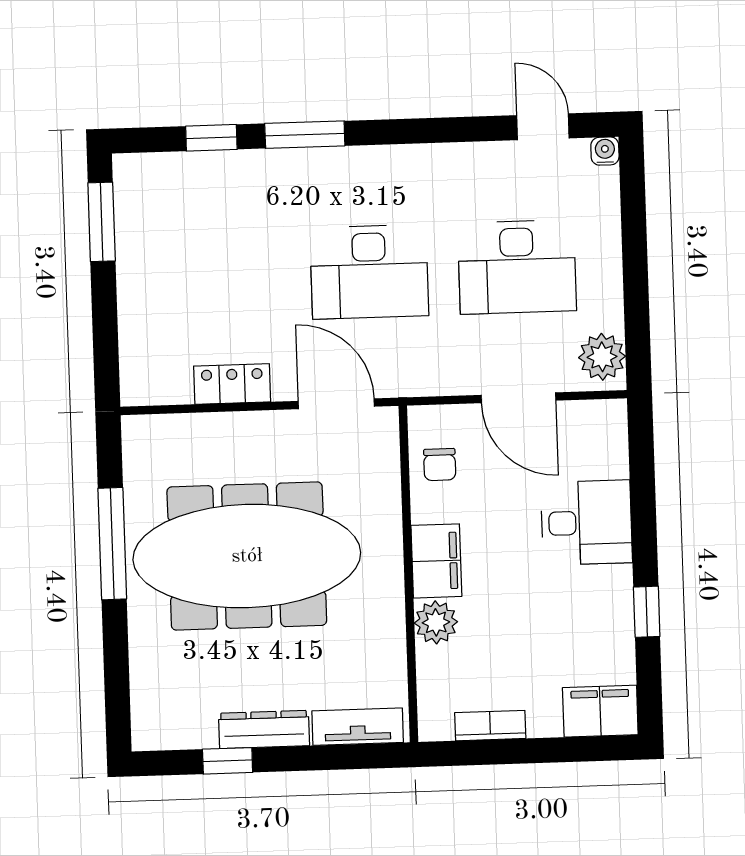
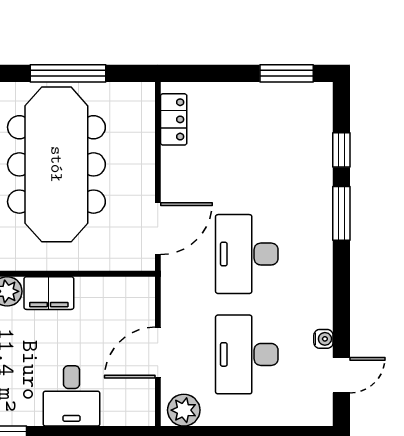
water cooler: (605, 151) -> (323, 339), moved
locker: (232, 384) -> (174, 119), moved
chair: (440, 465) -> (114, 298), removed

